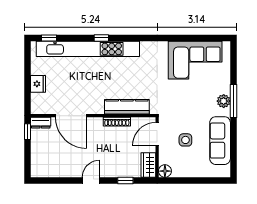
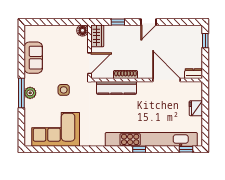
window: (28, 132) -> (205, 41), moved
side table: (185, 140) -> (64, 90), moved
sofa: (220, 141) -> (33, 58), width x0.73

